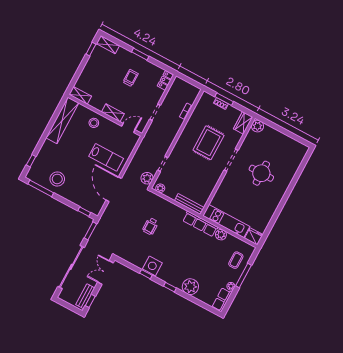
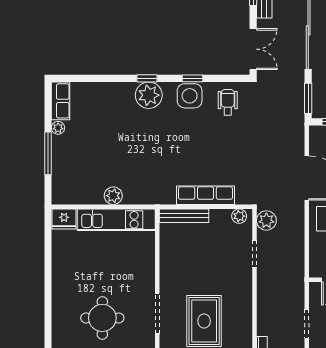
row of seats: (200, 224) -> (206, 195), moved
wheelchair: (150, 226) -> (228, 102), moved
coffee table: (236, 260) -> (71, 170), removed
plant: (190, 287) -> (149, 95), moved

